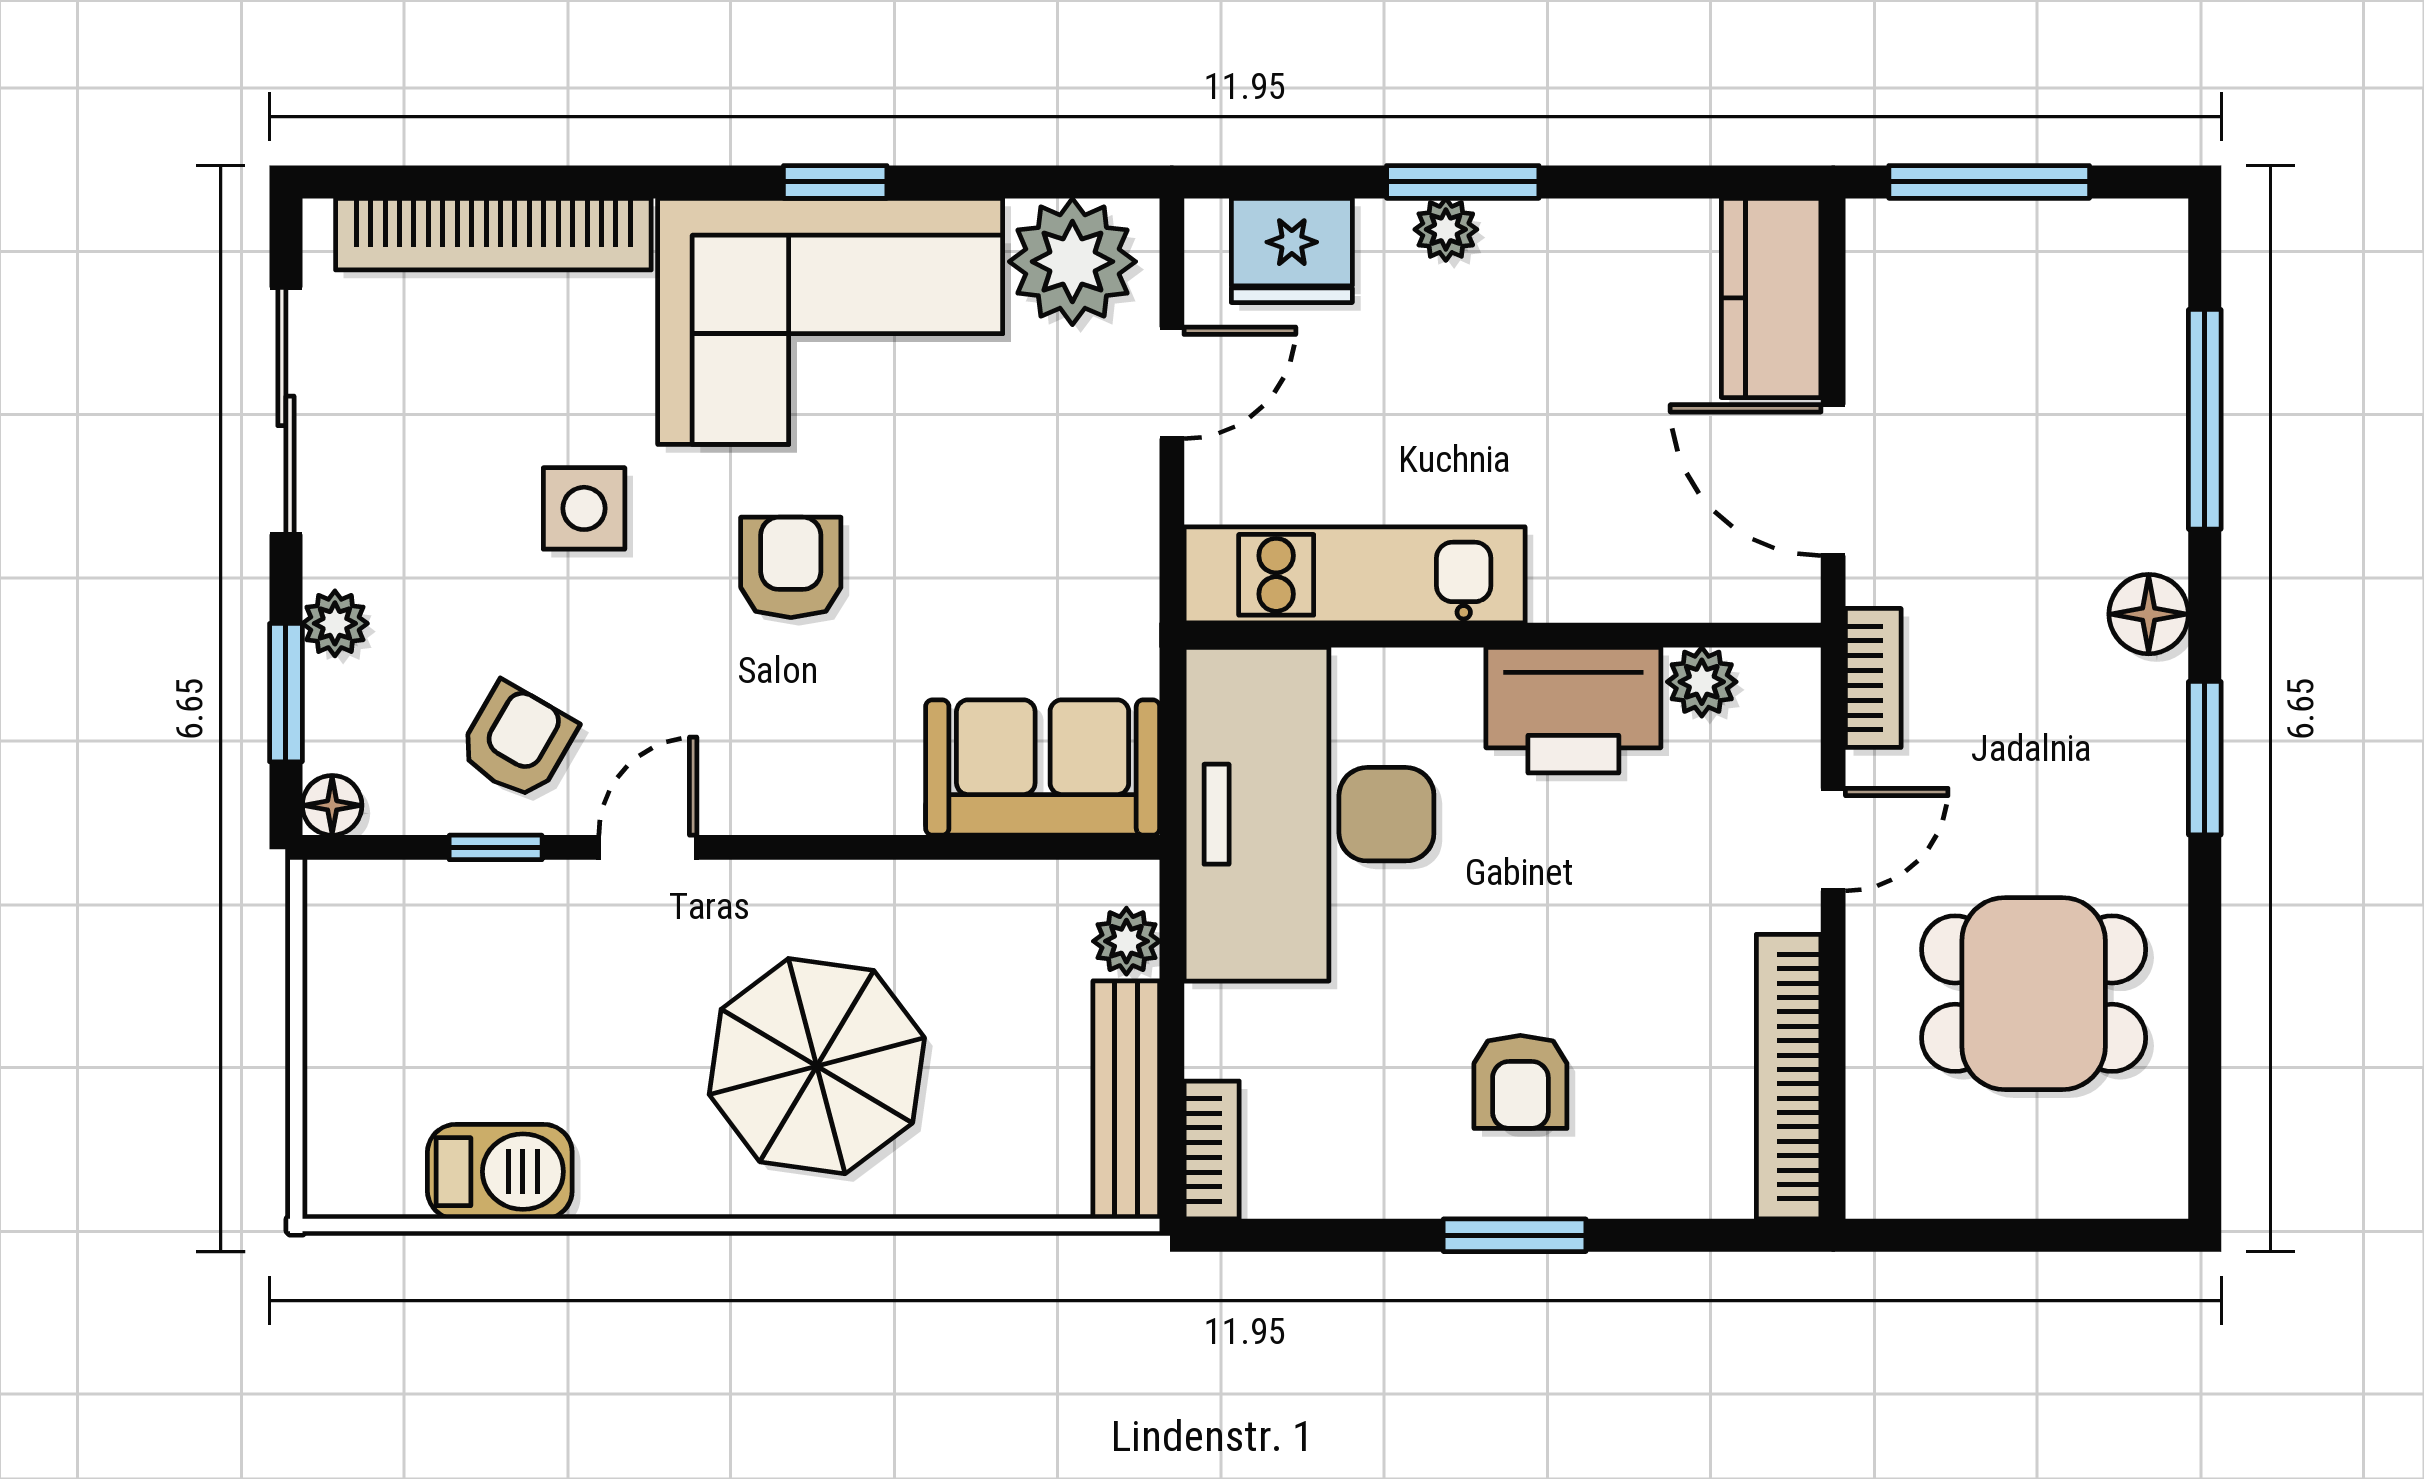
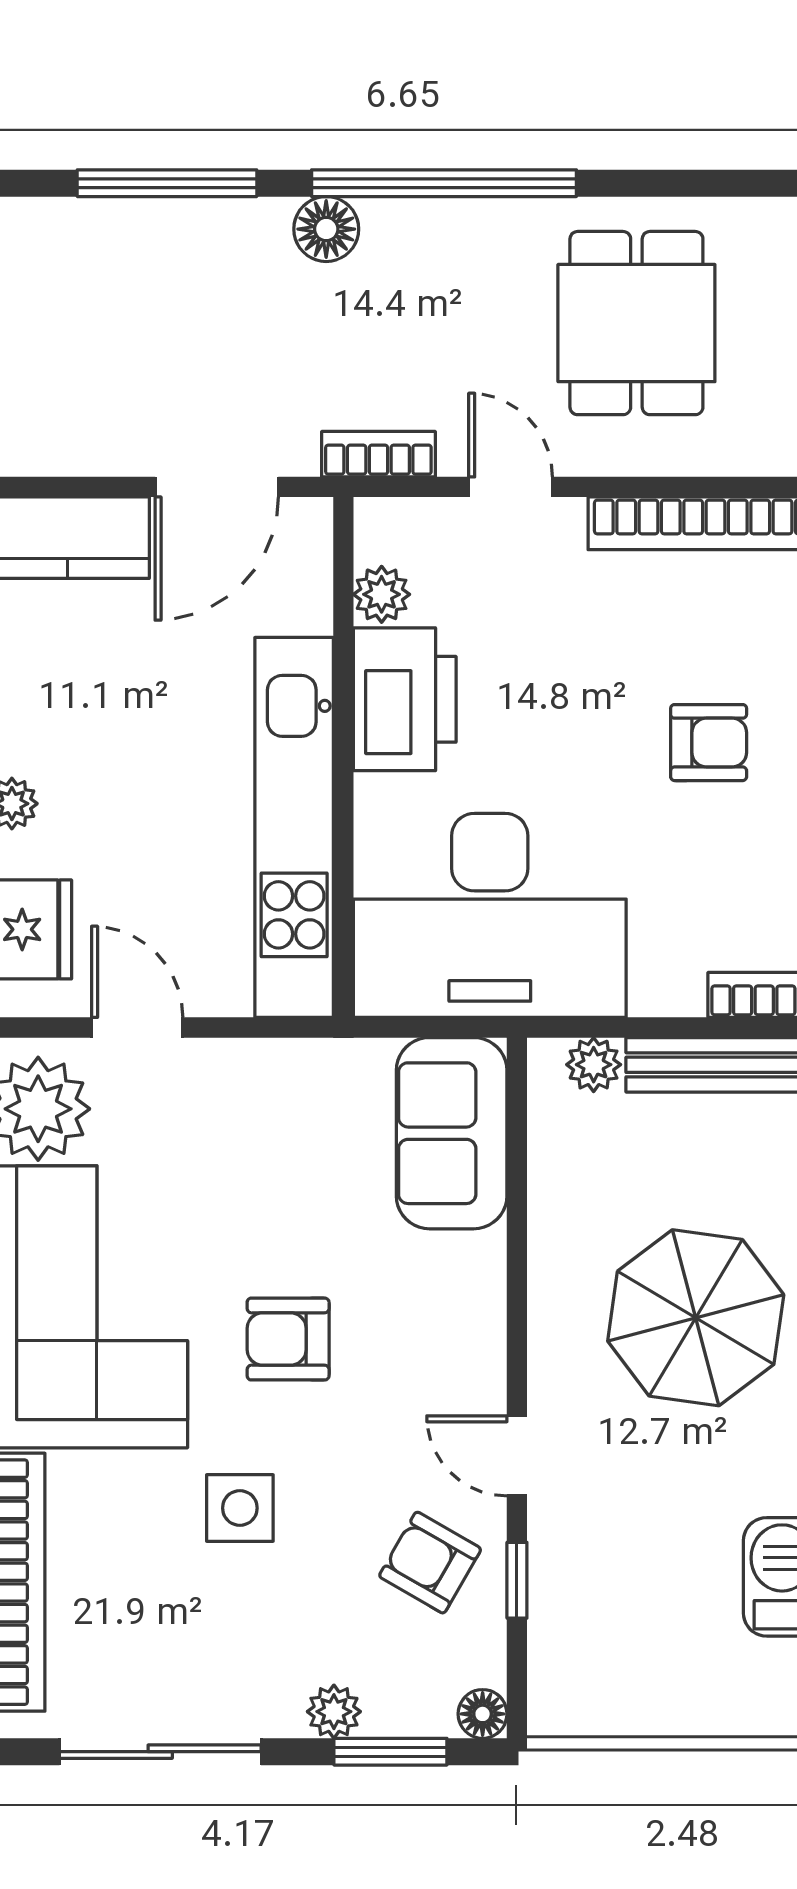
kitchen unit: (1355, 575) -> (294, 827), width x1.36
window: (2205, 758) -> (444, 183), width x2.11

